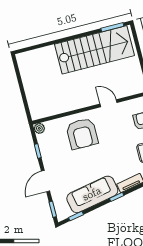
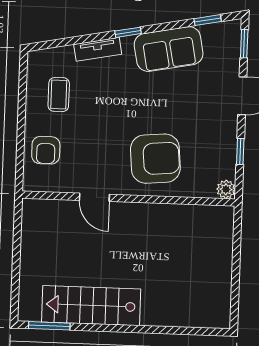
stairs: (94, 50) -> (91, 306), width x0.73, depth x0.66
armchair: (82, 134) -> (155, 159), turned 85
sofa: (92, 194) -> (169, 49), width x0.73

